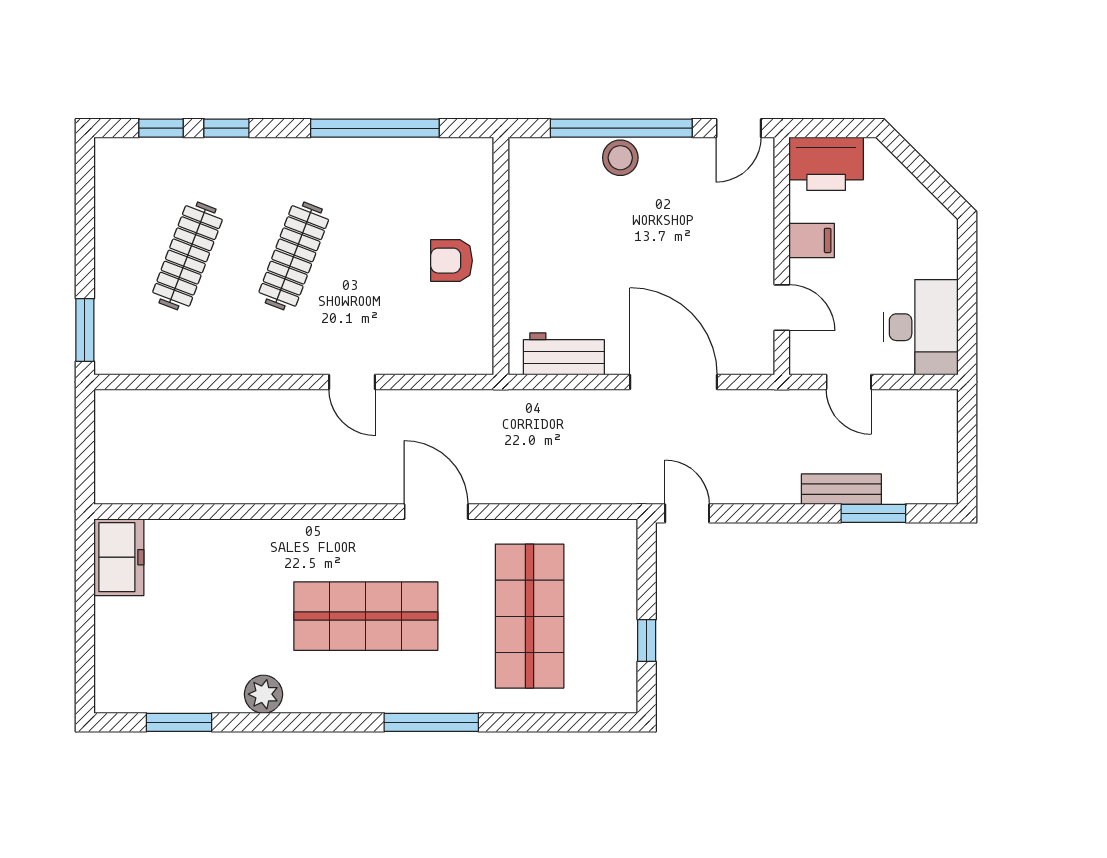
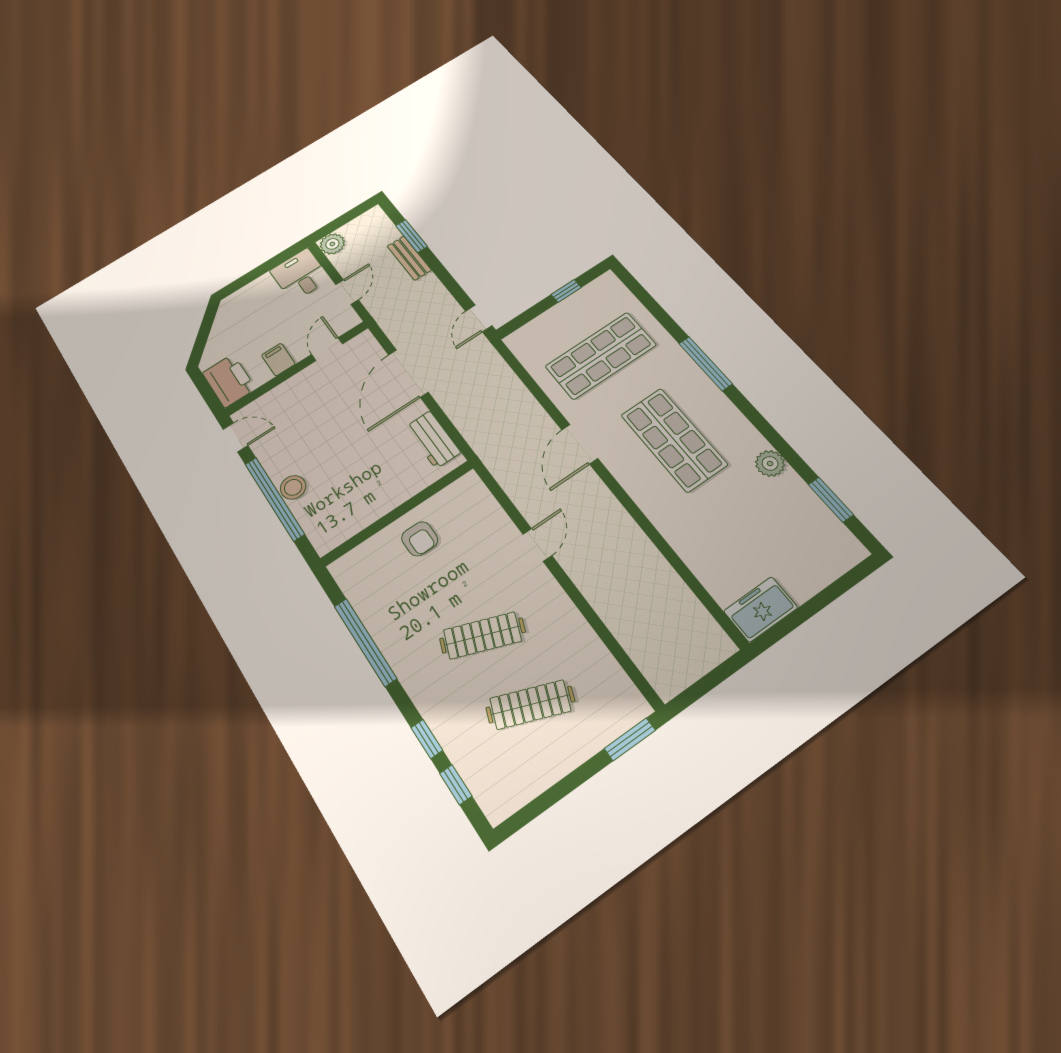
desk: (921, 327) -> (300, 275), width x0.73
plant: (939, 409) -> (332, 244), added

